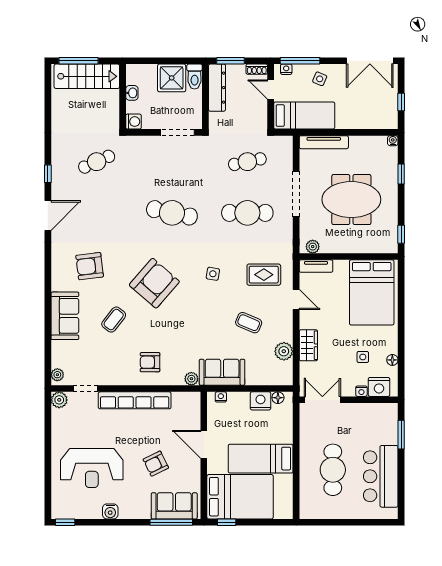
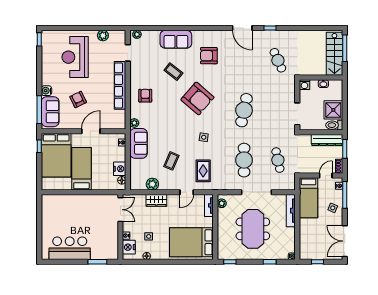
armchair: (90, 266) -> (209, 56), turned -83
plant: (59, 400) -> (103, 36), moved
cafe table: (333, 470) -> (74, 217), removed
water cooler: (110, 511) -> (46, 91), moved

